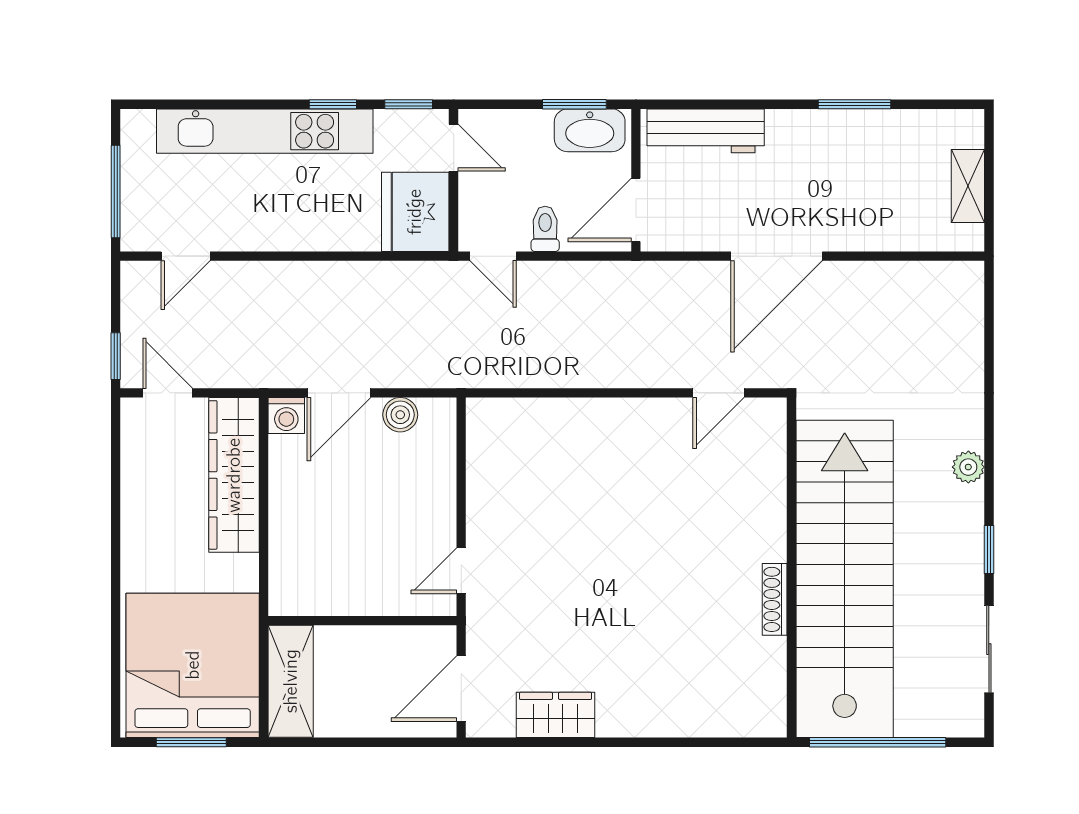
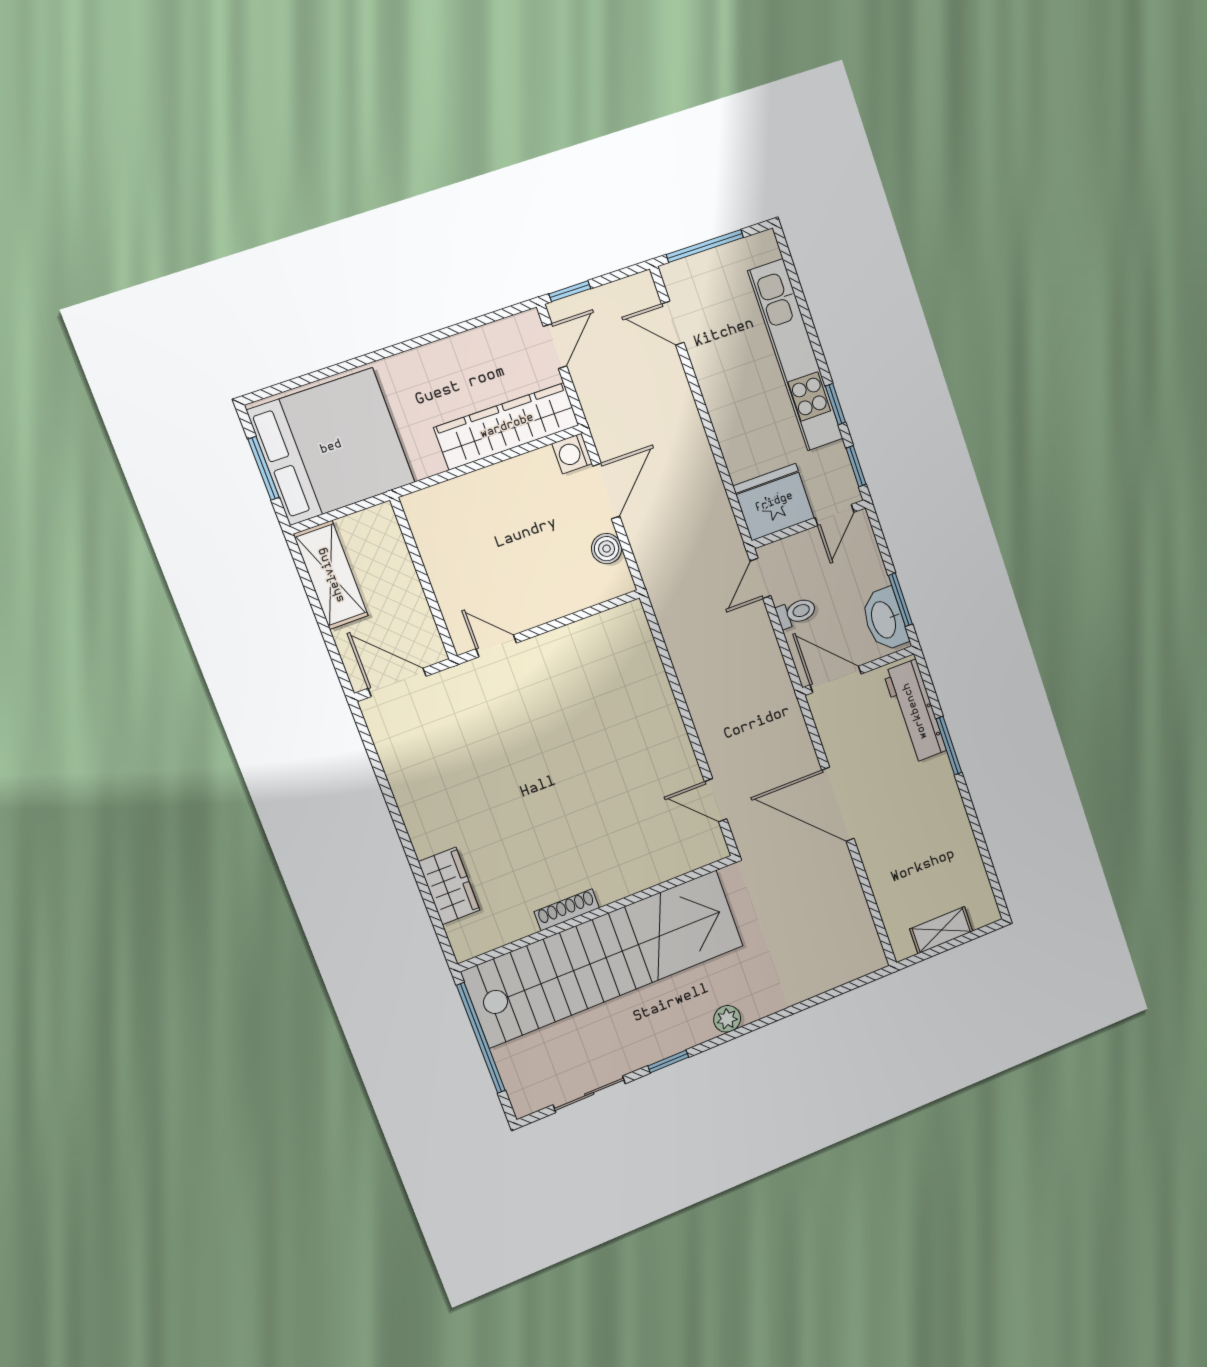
window: (855, 104) -> (949, 746), moved
door: (339, 393) -> (606, 491), swing flipped
shelving: (291, 681) -> (331, 575), moved, turned 90
wardrobe: (556, 715) -> (449, 886), moved

